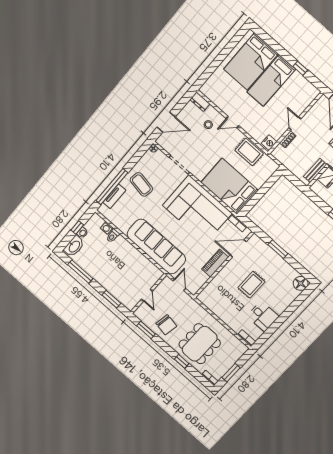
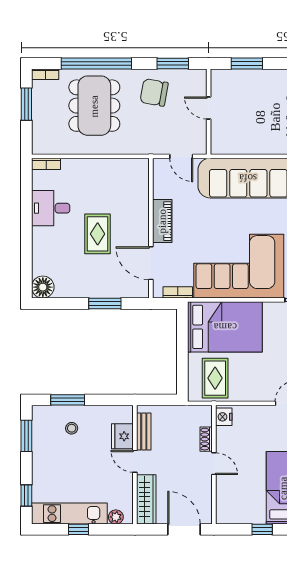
rug: (249, 152) -> (215, 378), moved, turned 90
door: (238, 248) -> (151, 263), swing flipped
window: (182, 361) -> (96, 63), width x3.17

